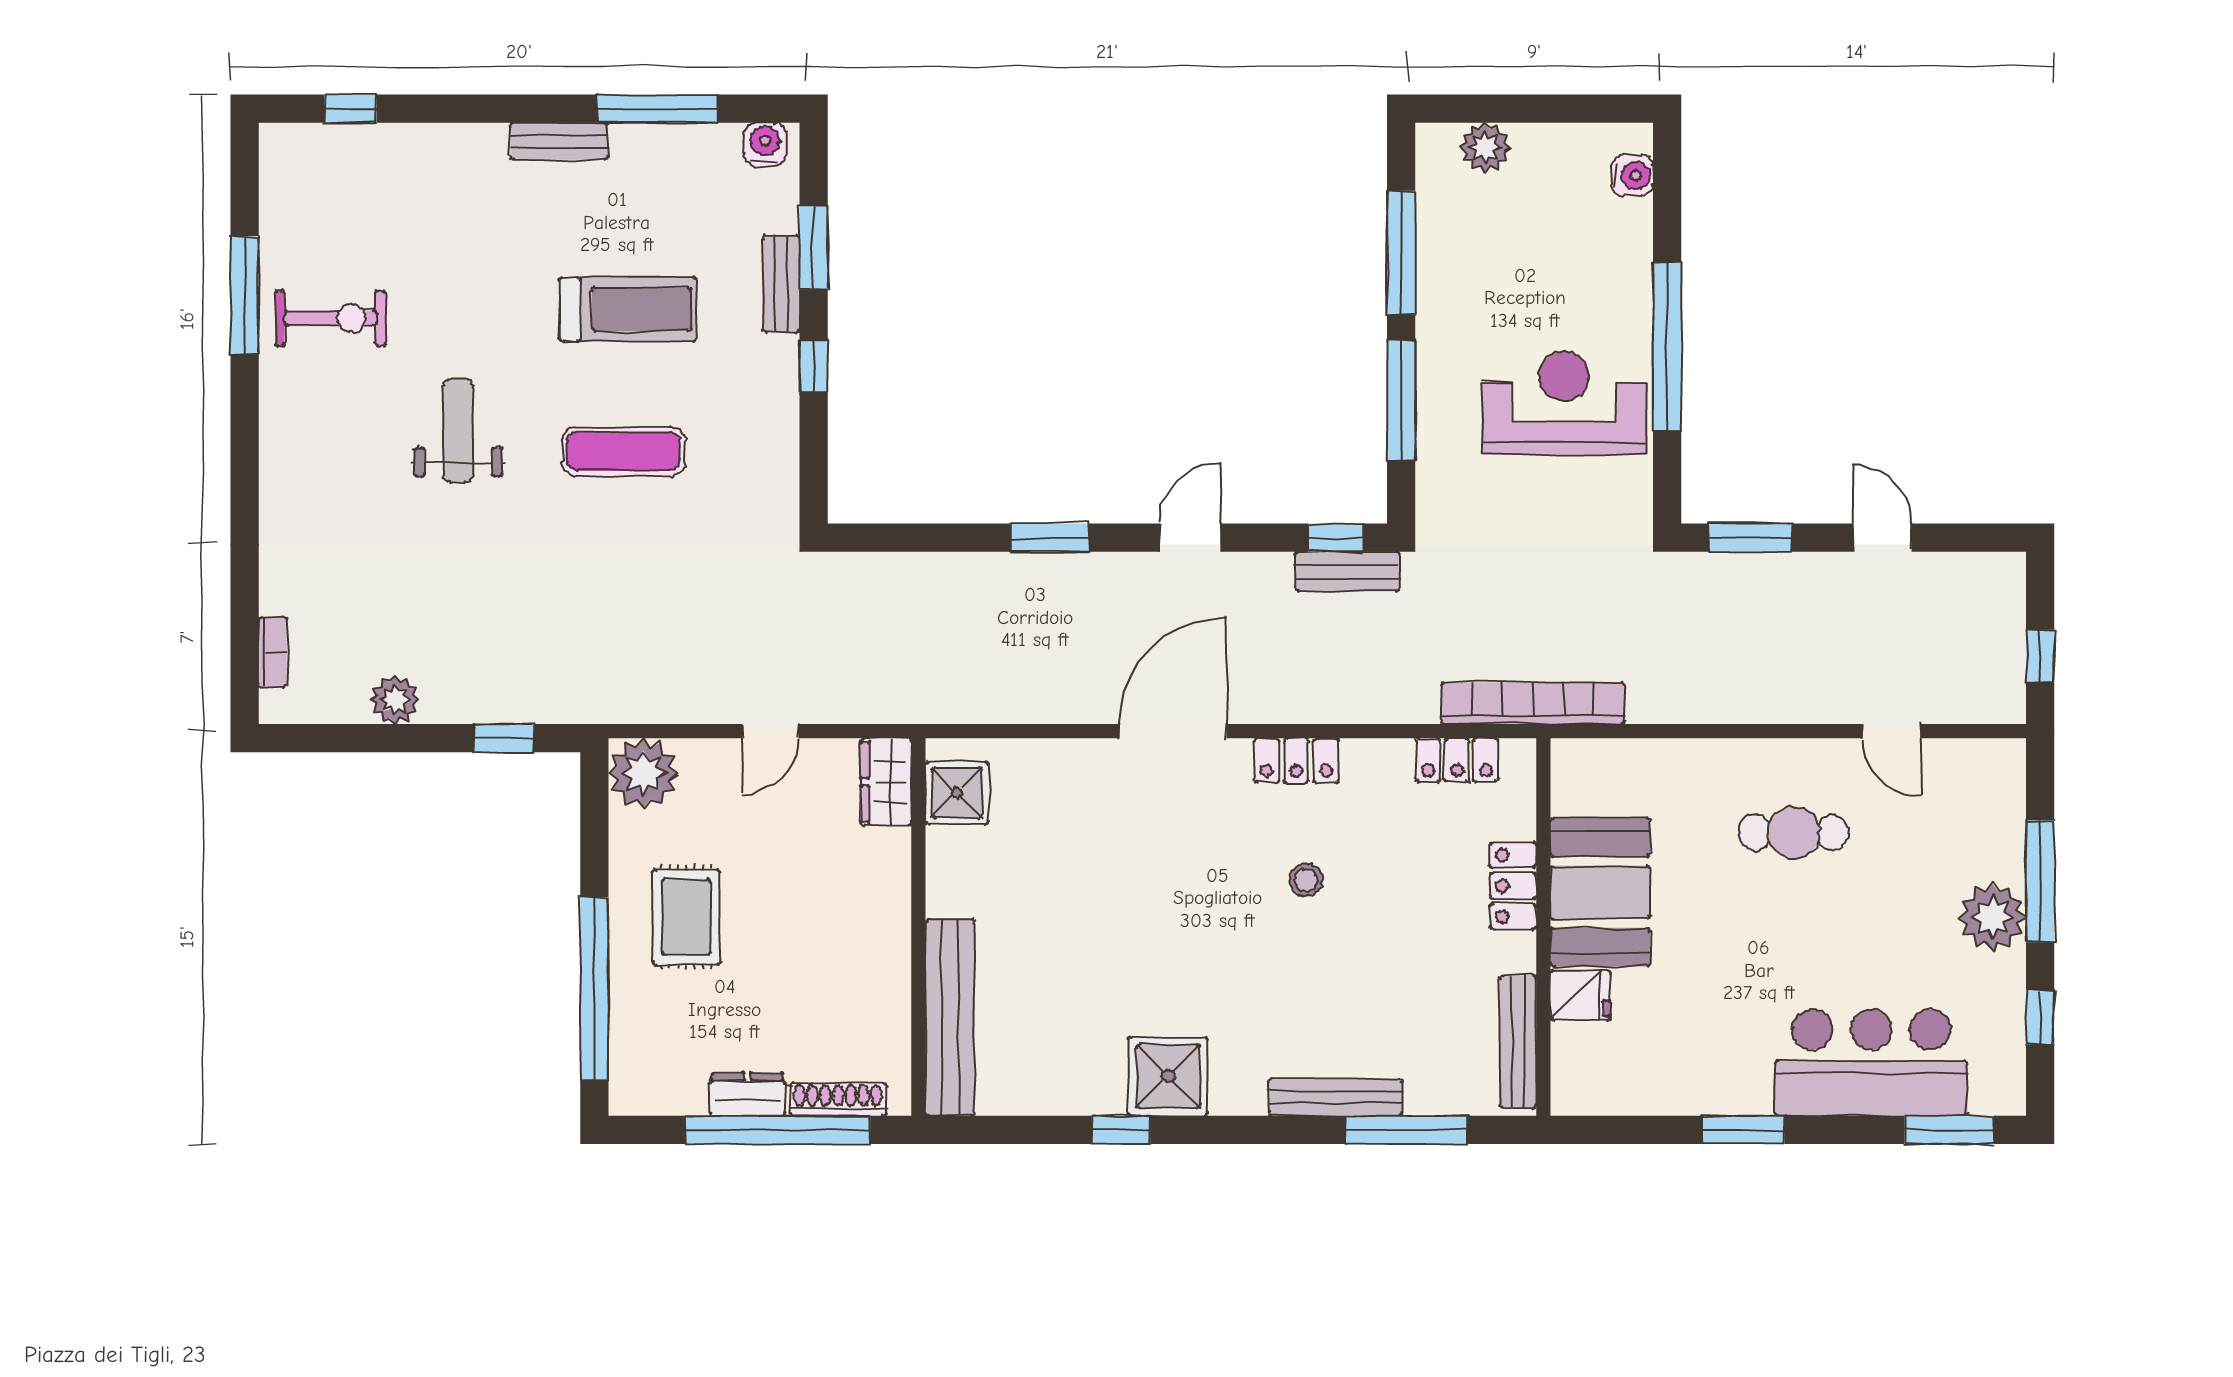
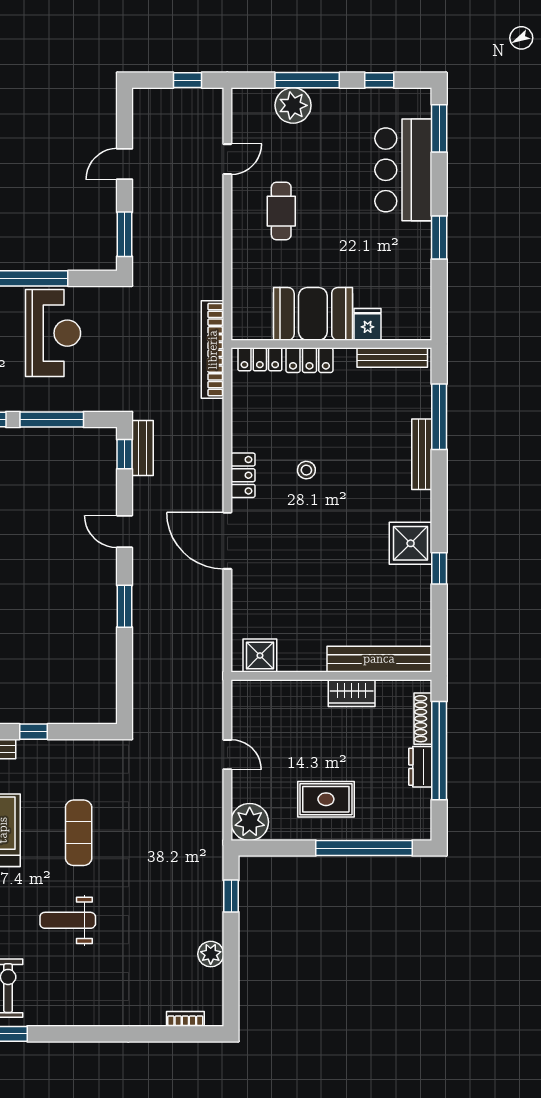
reception desk: (1564, 403) -> (53, 333), turned 180
locker: (1457, 760) -> (260, 359), moved, turned 90
wardrobe: (886, 782) -> (352, 693), moved
plant: (1992, 917) -> (293, 105), moved

